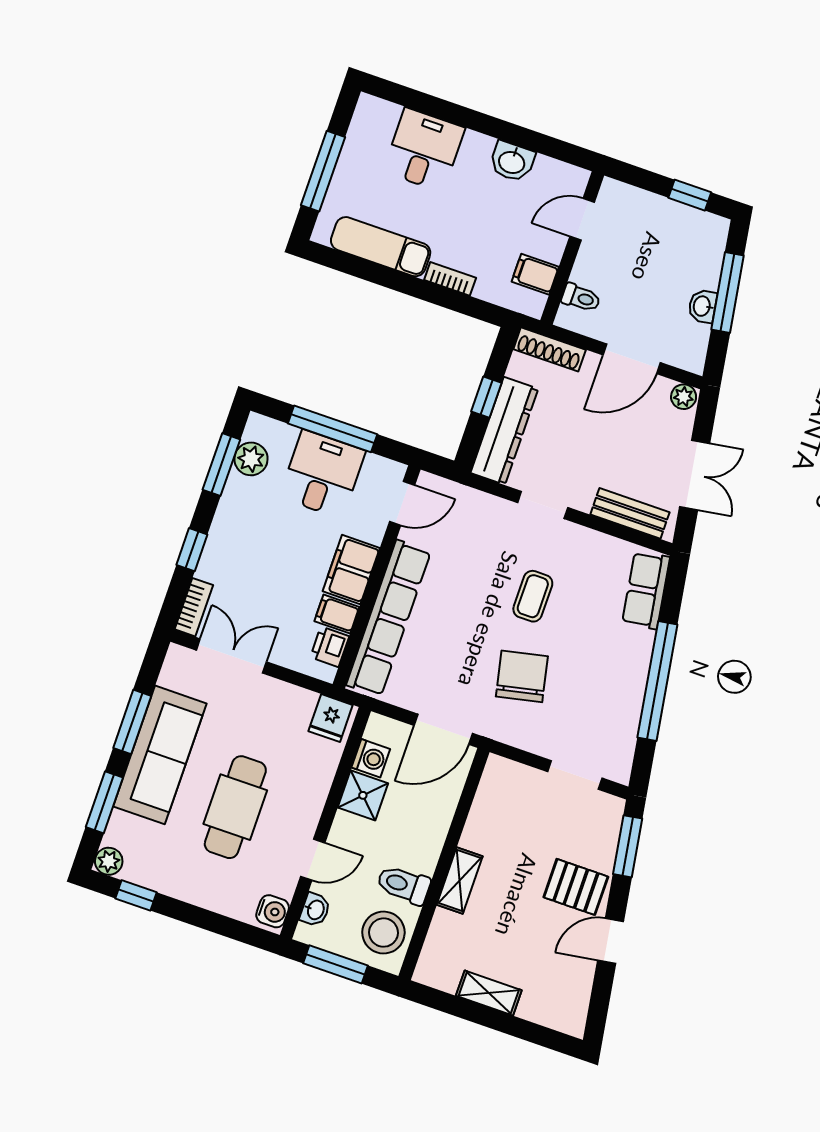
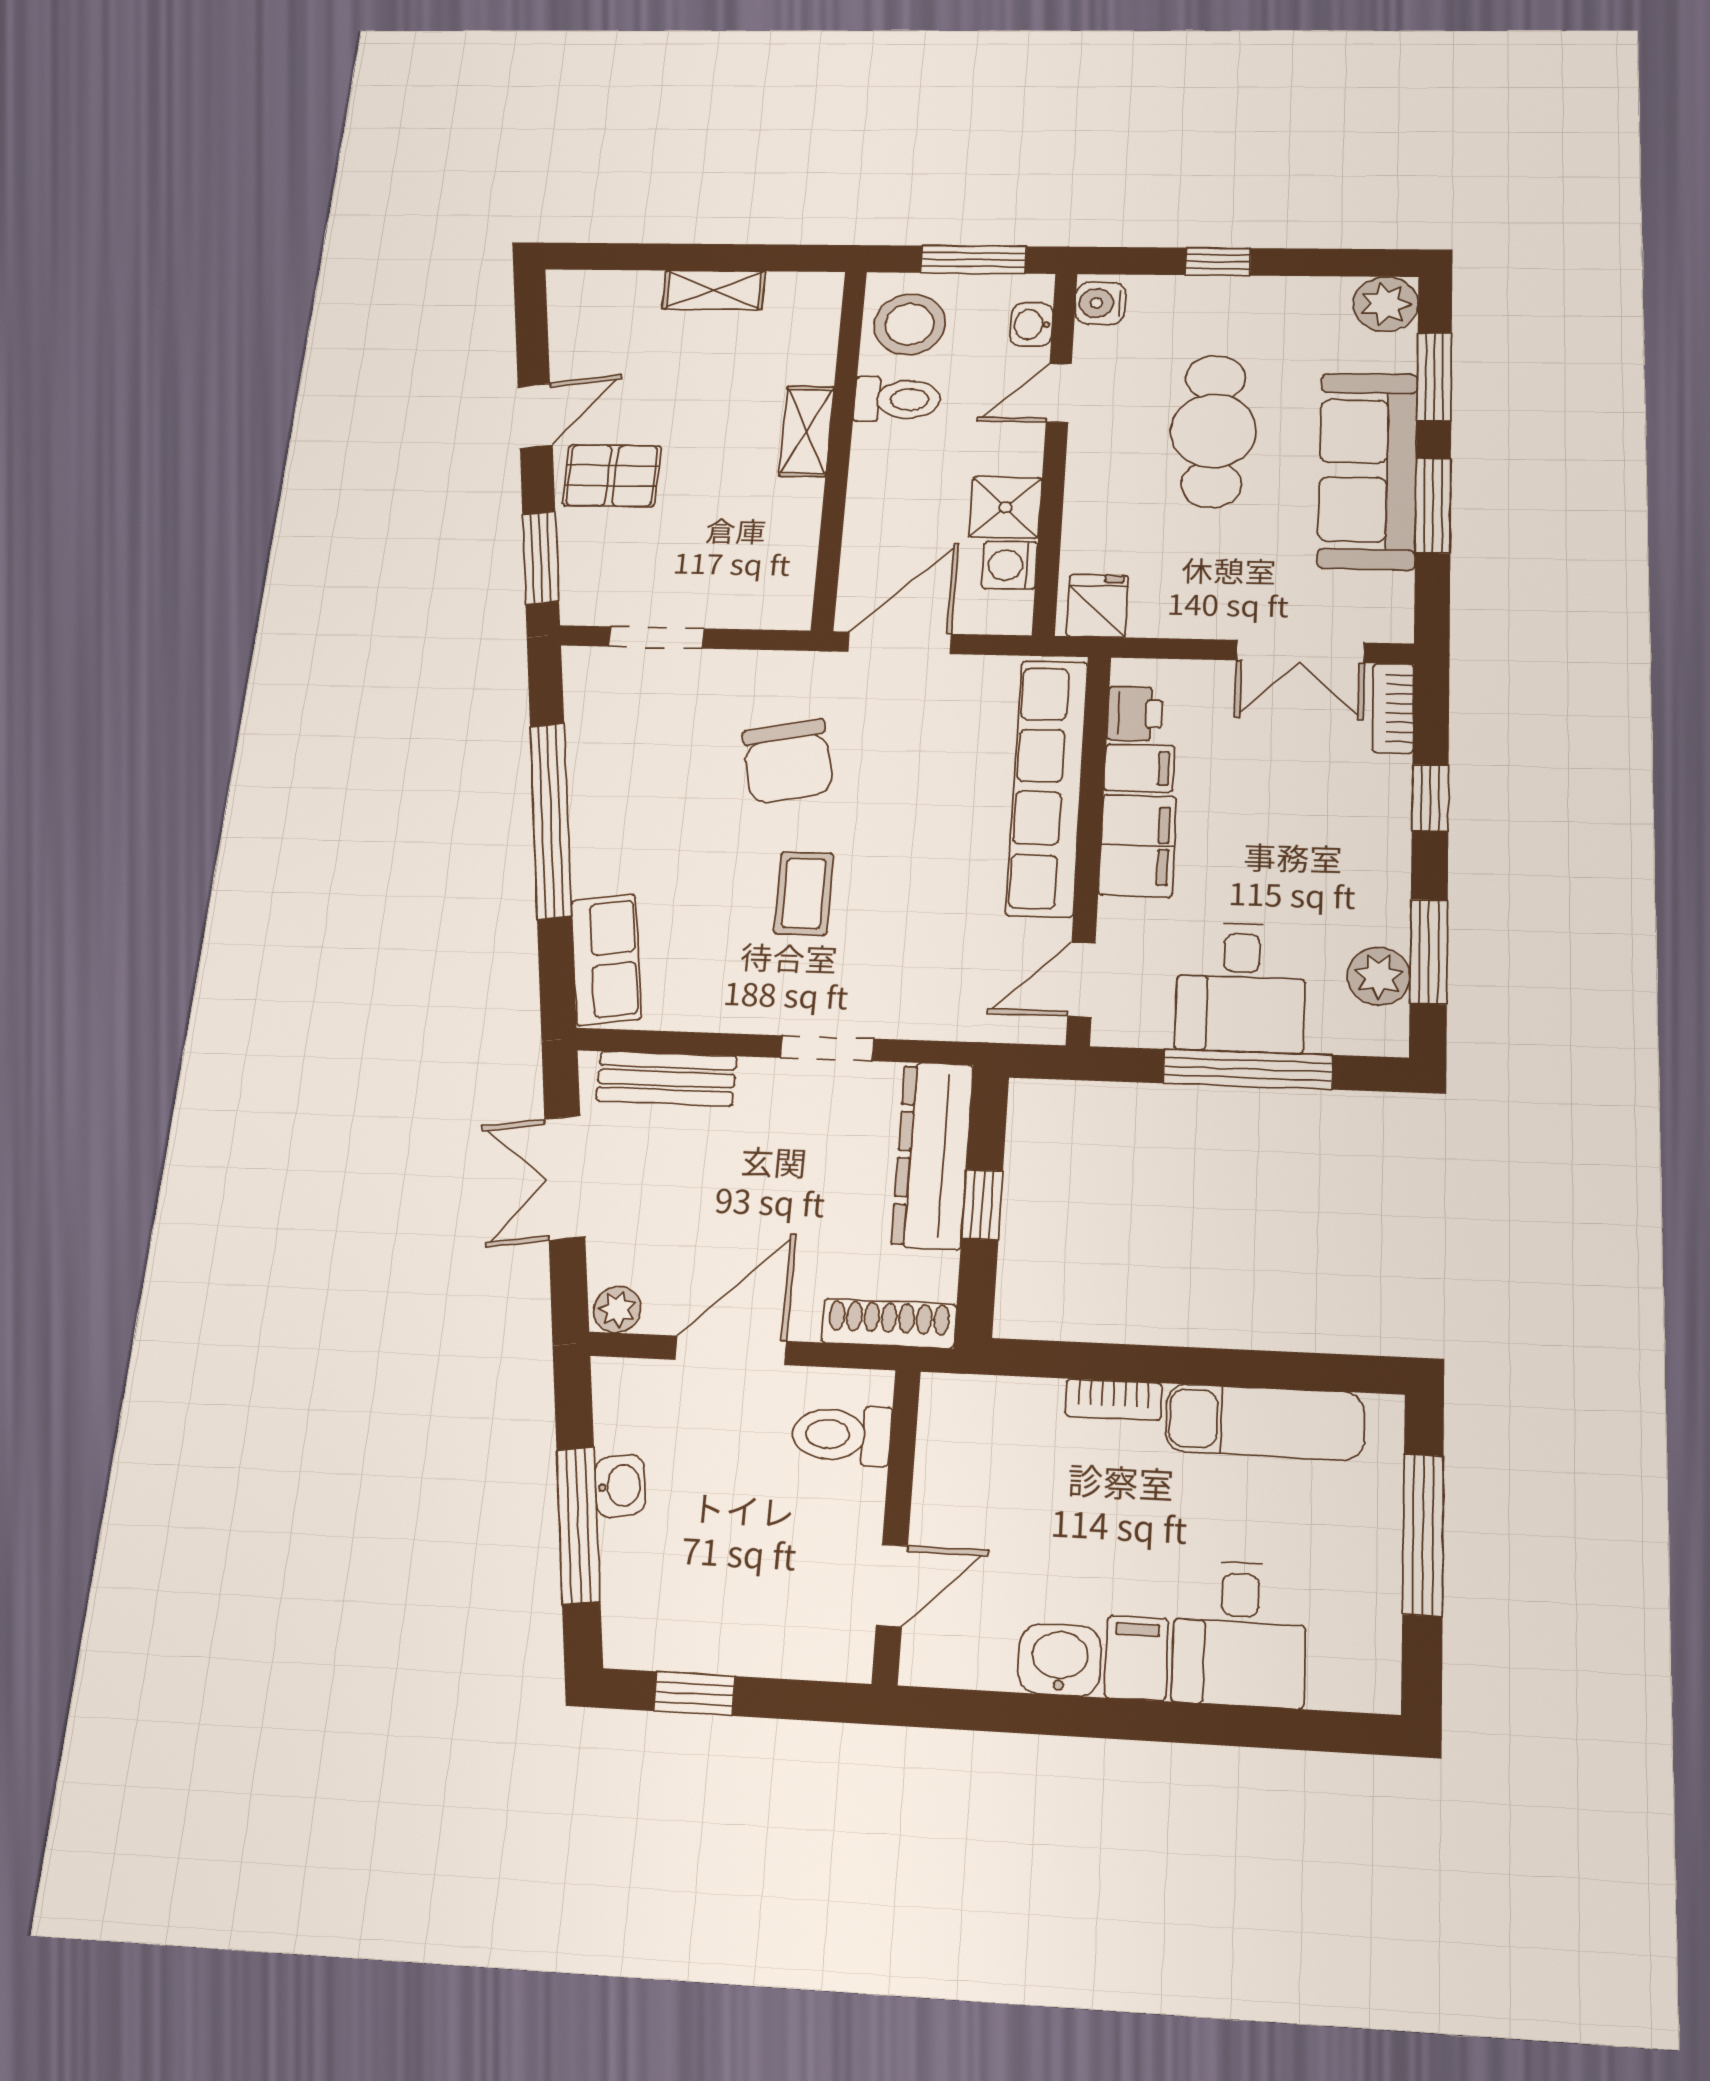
filing cabinet: (535, 274) -> (1137, 1658), moved, turned -90
toilet: (581, 298) -> (841, 1435), width x1.37, depth x1.39
plant: (109, 861) -> (1386, 304), width x1.38, depth x1.38
window: (136, 895) -> (1218, 262), moved

